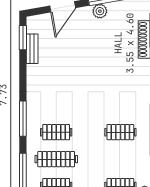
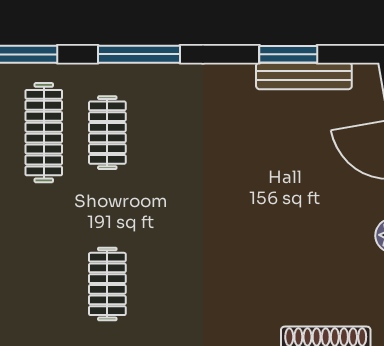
window: (23, 38) -> (288, 54), moved
bench: (32, 49) -> (304, 76), width x1.36

